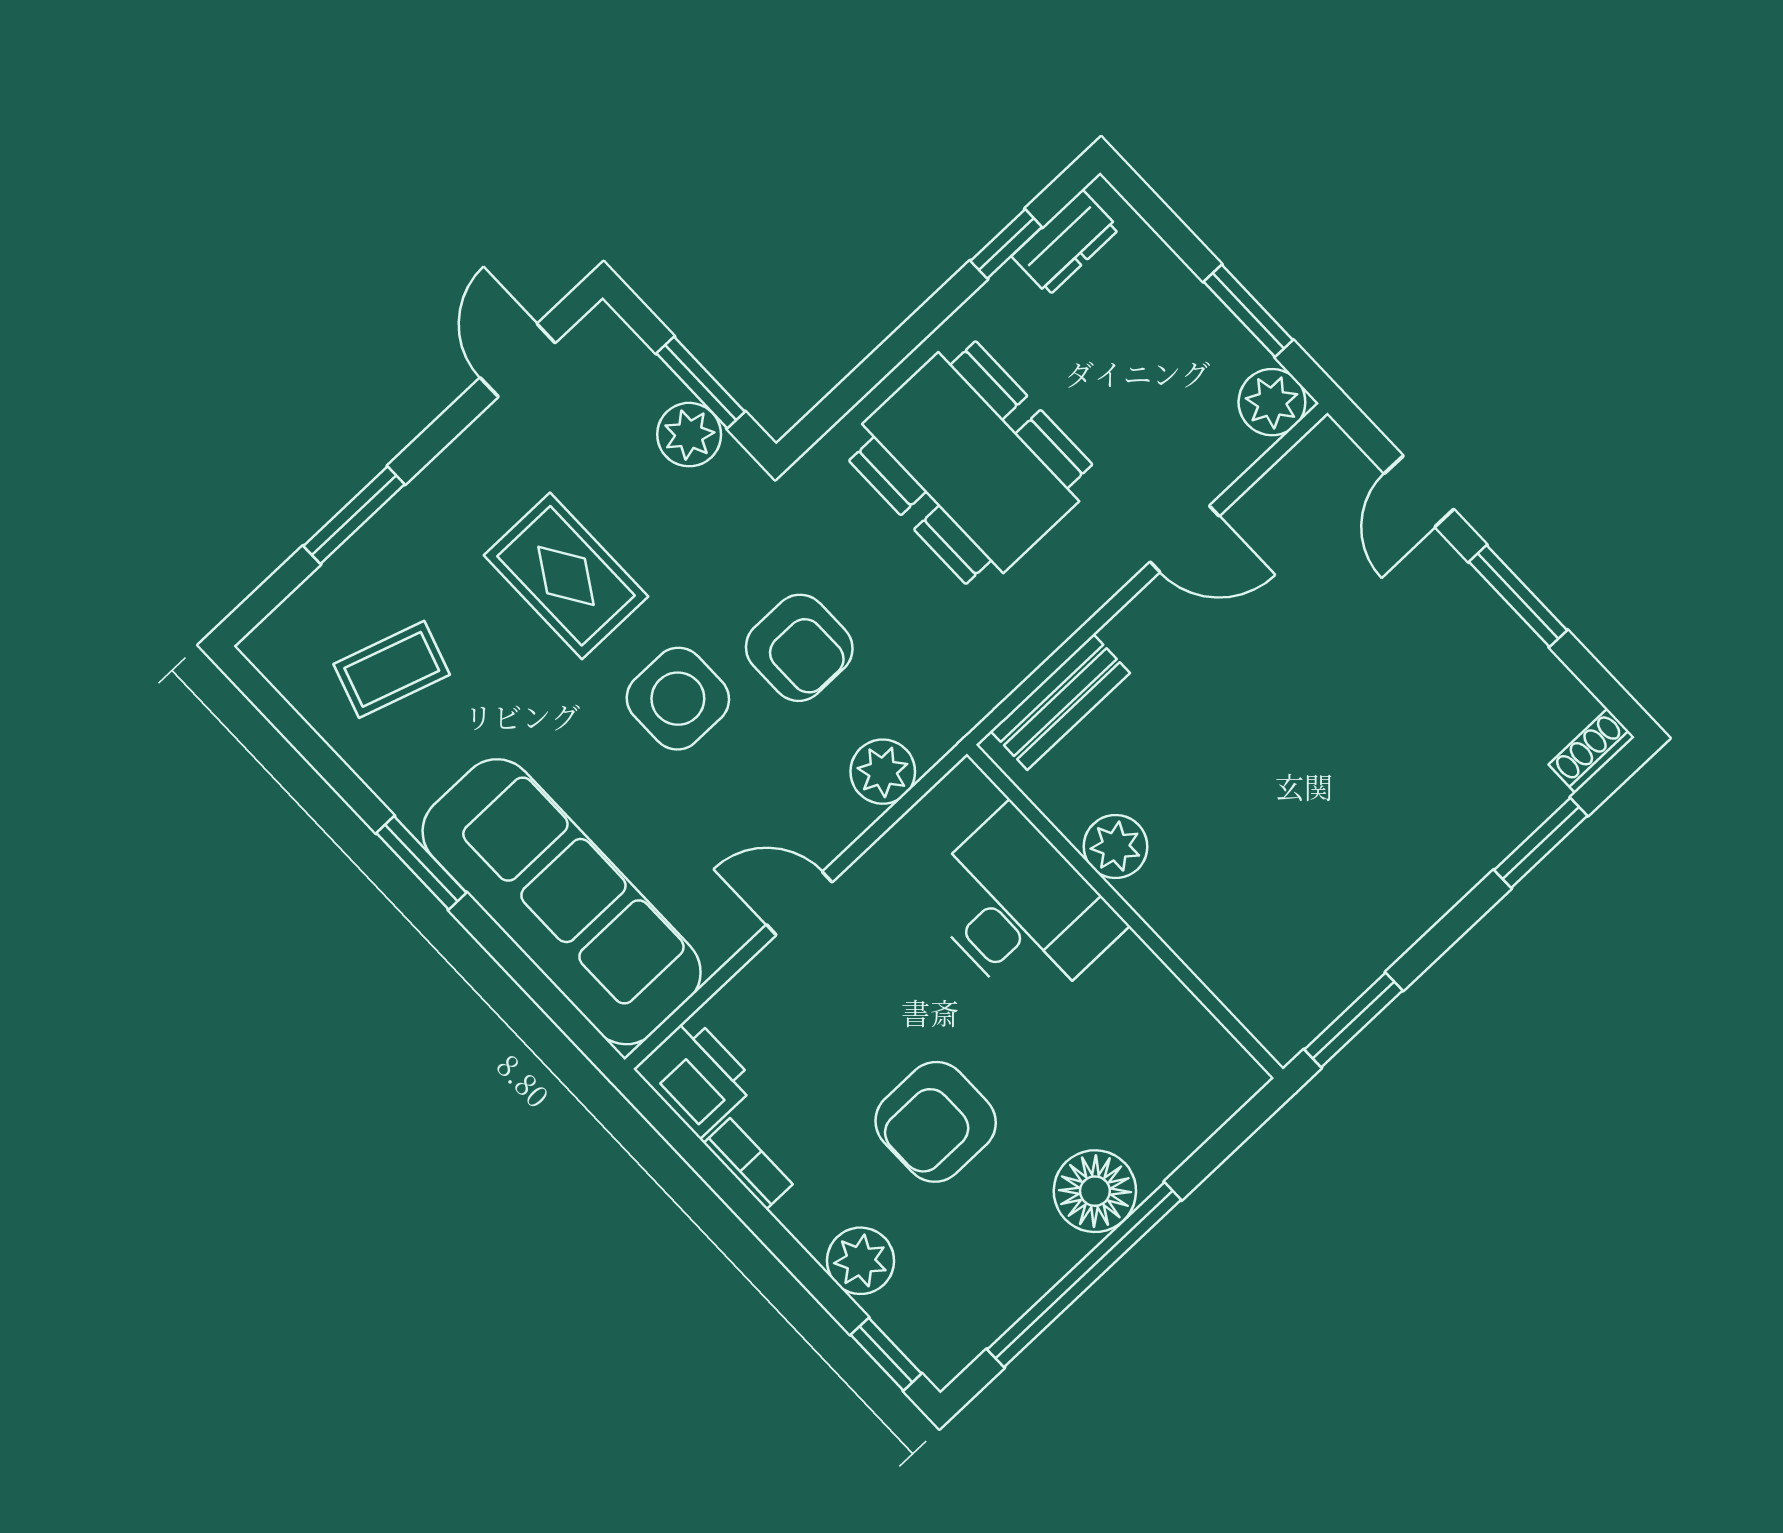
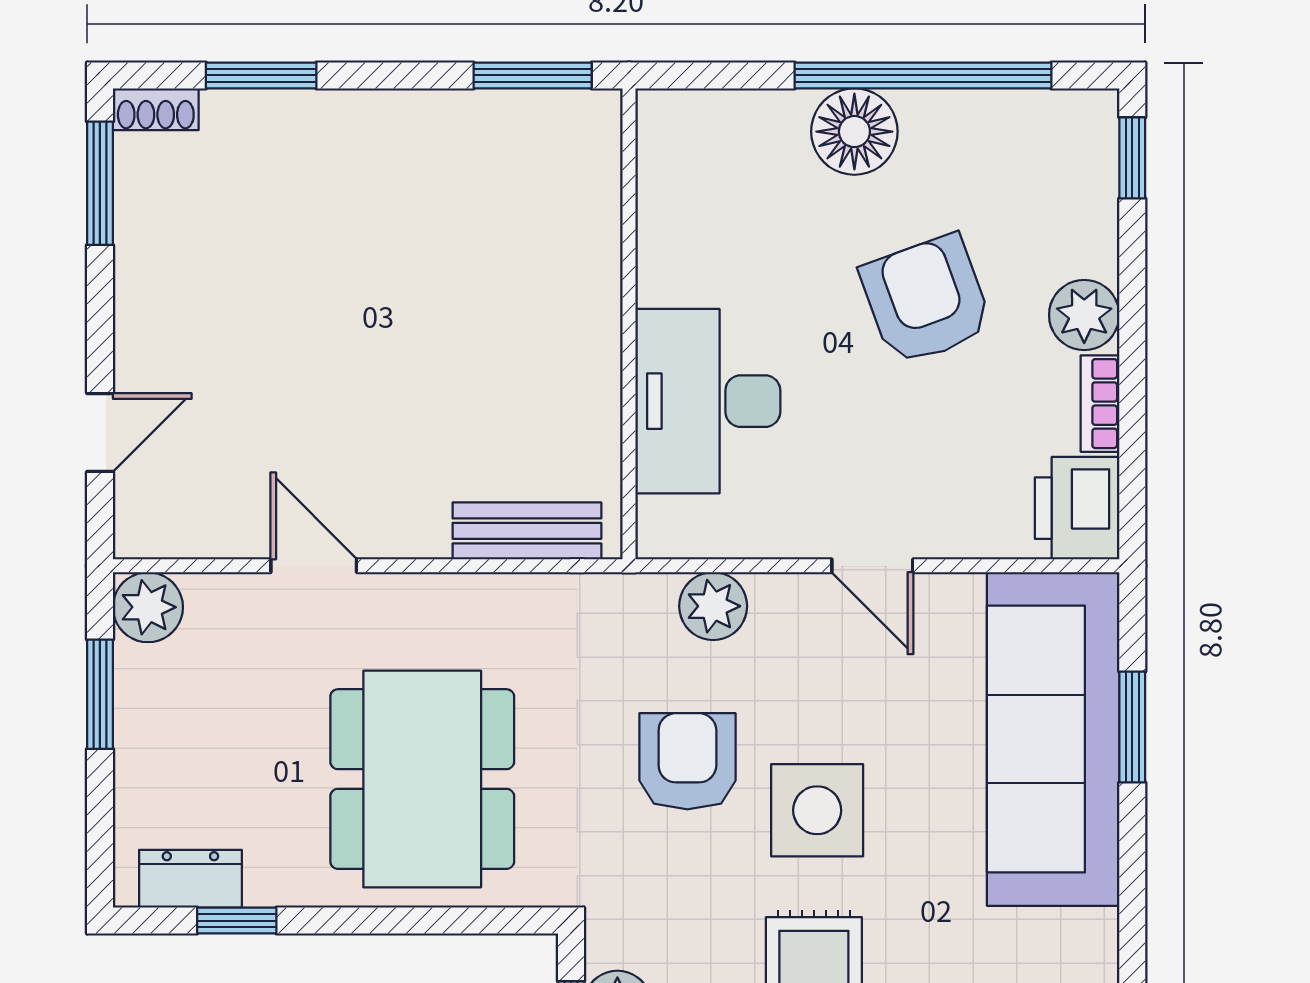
window: (1518, 596) -> (100, 183), moved
plant: (1116, 847) -> (589, 380), removed
window: (421, 863) -> (1132, 727), moved
armchair: (936, 1122) -> (926, 300), turned -110
plant: (861, 1261) -> (1084, 315), moved

